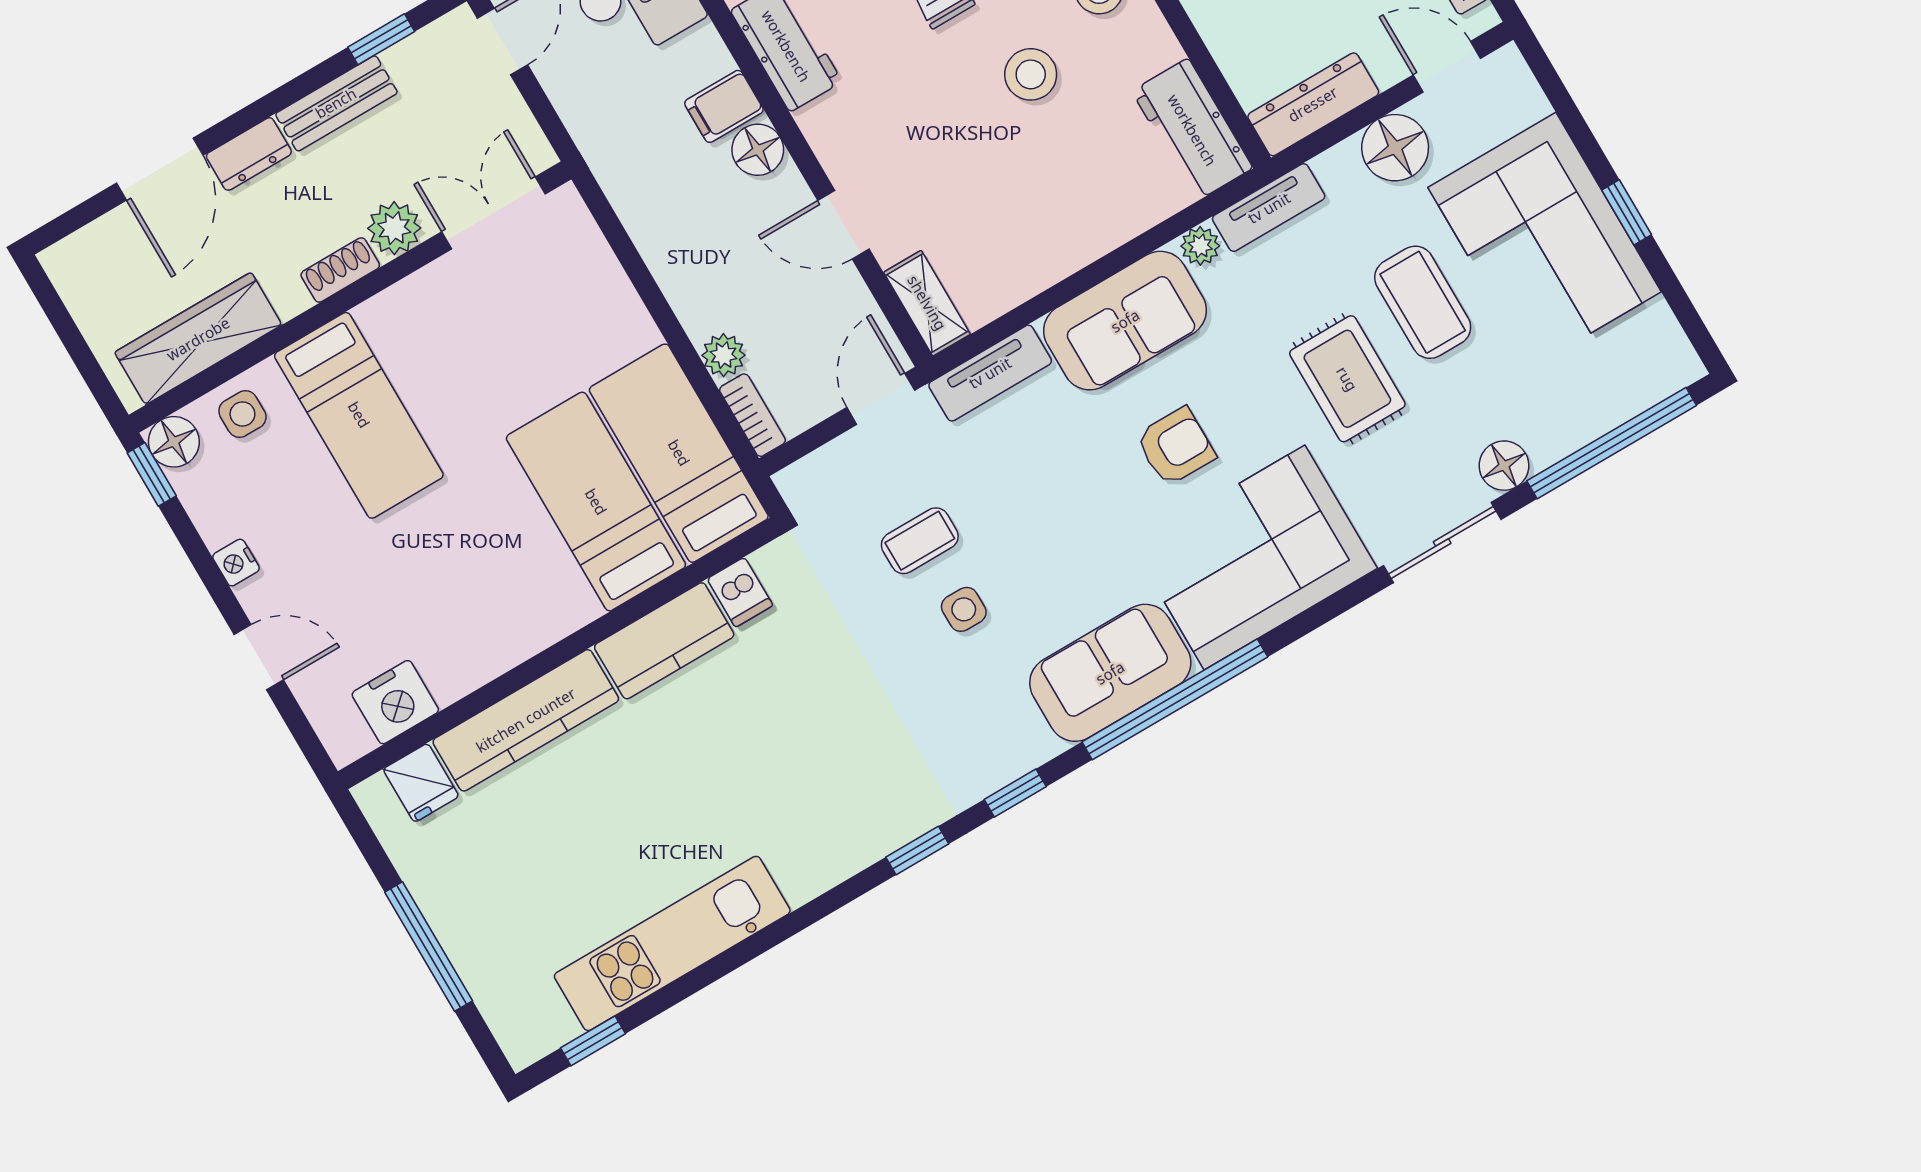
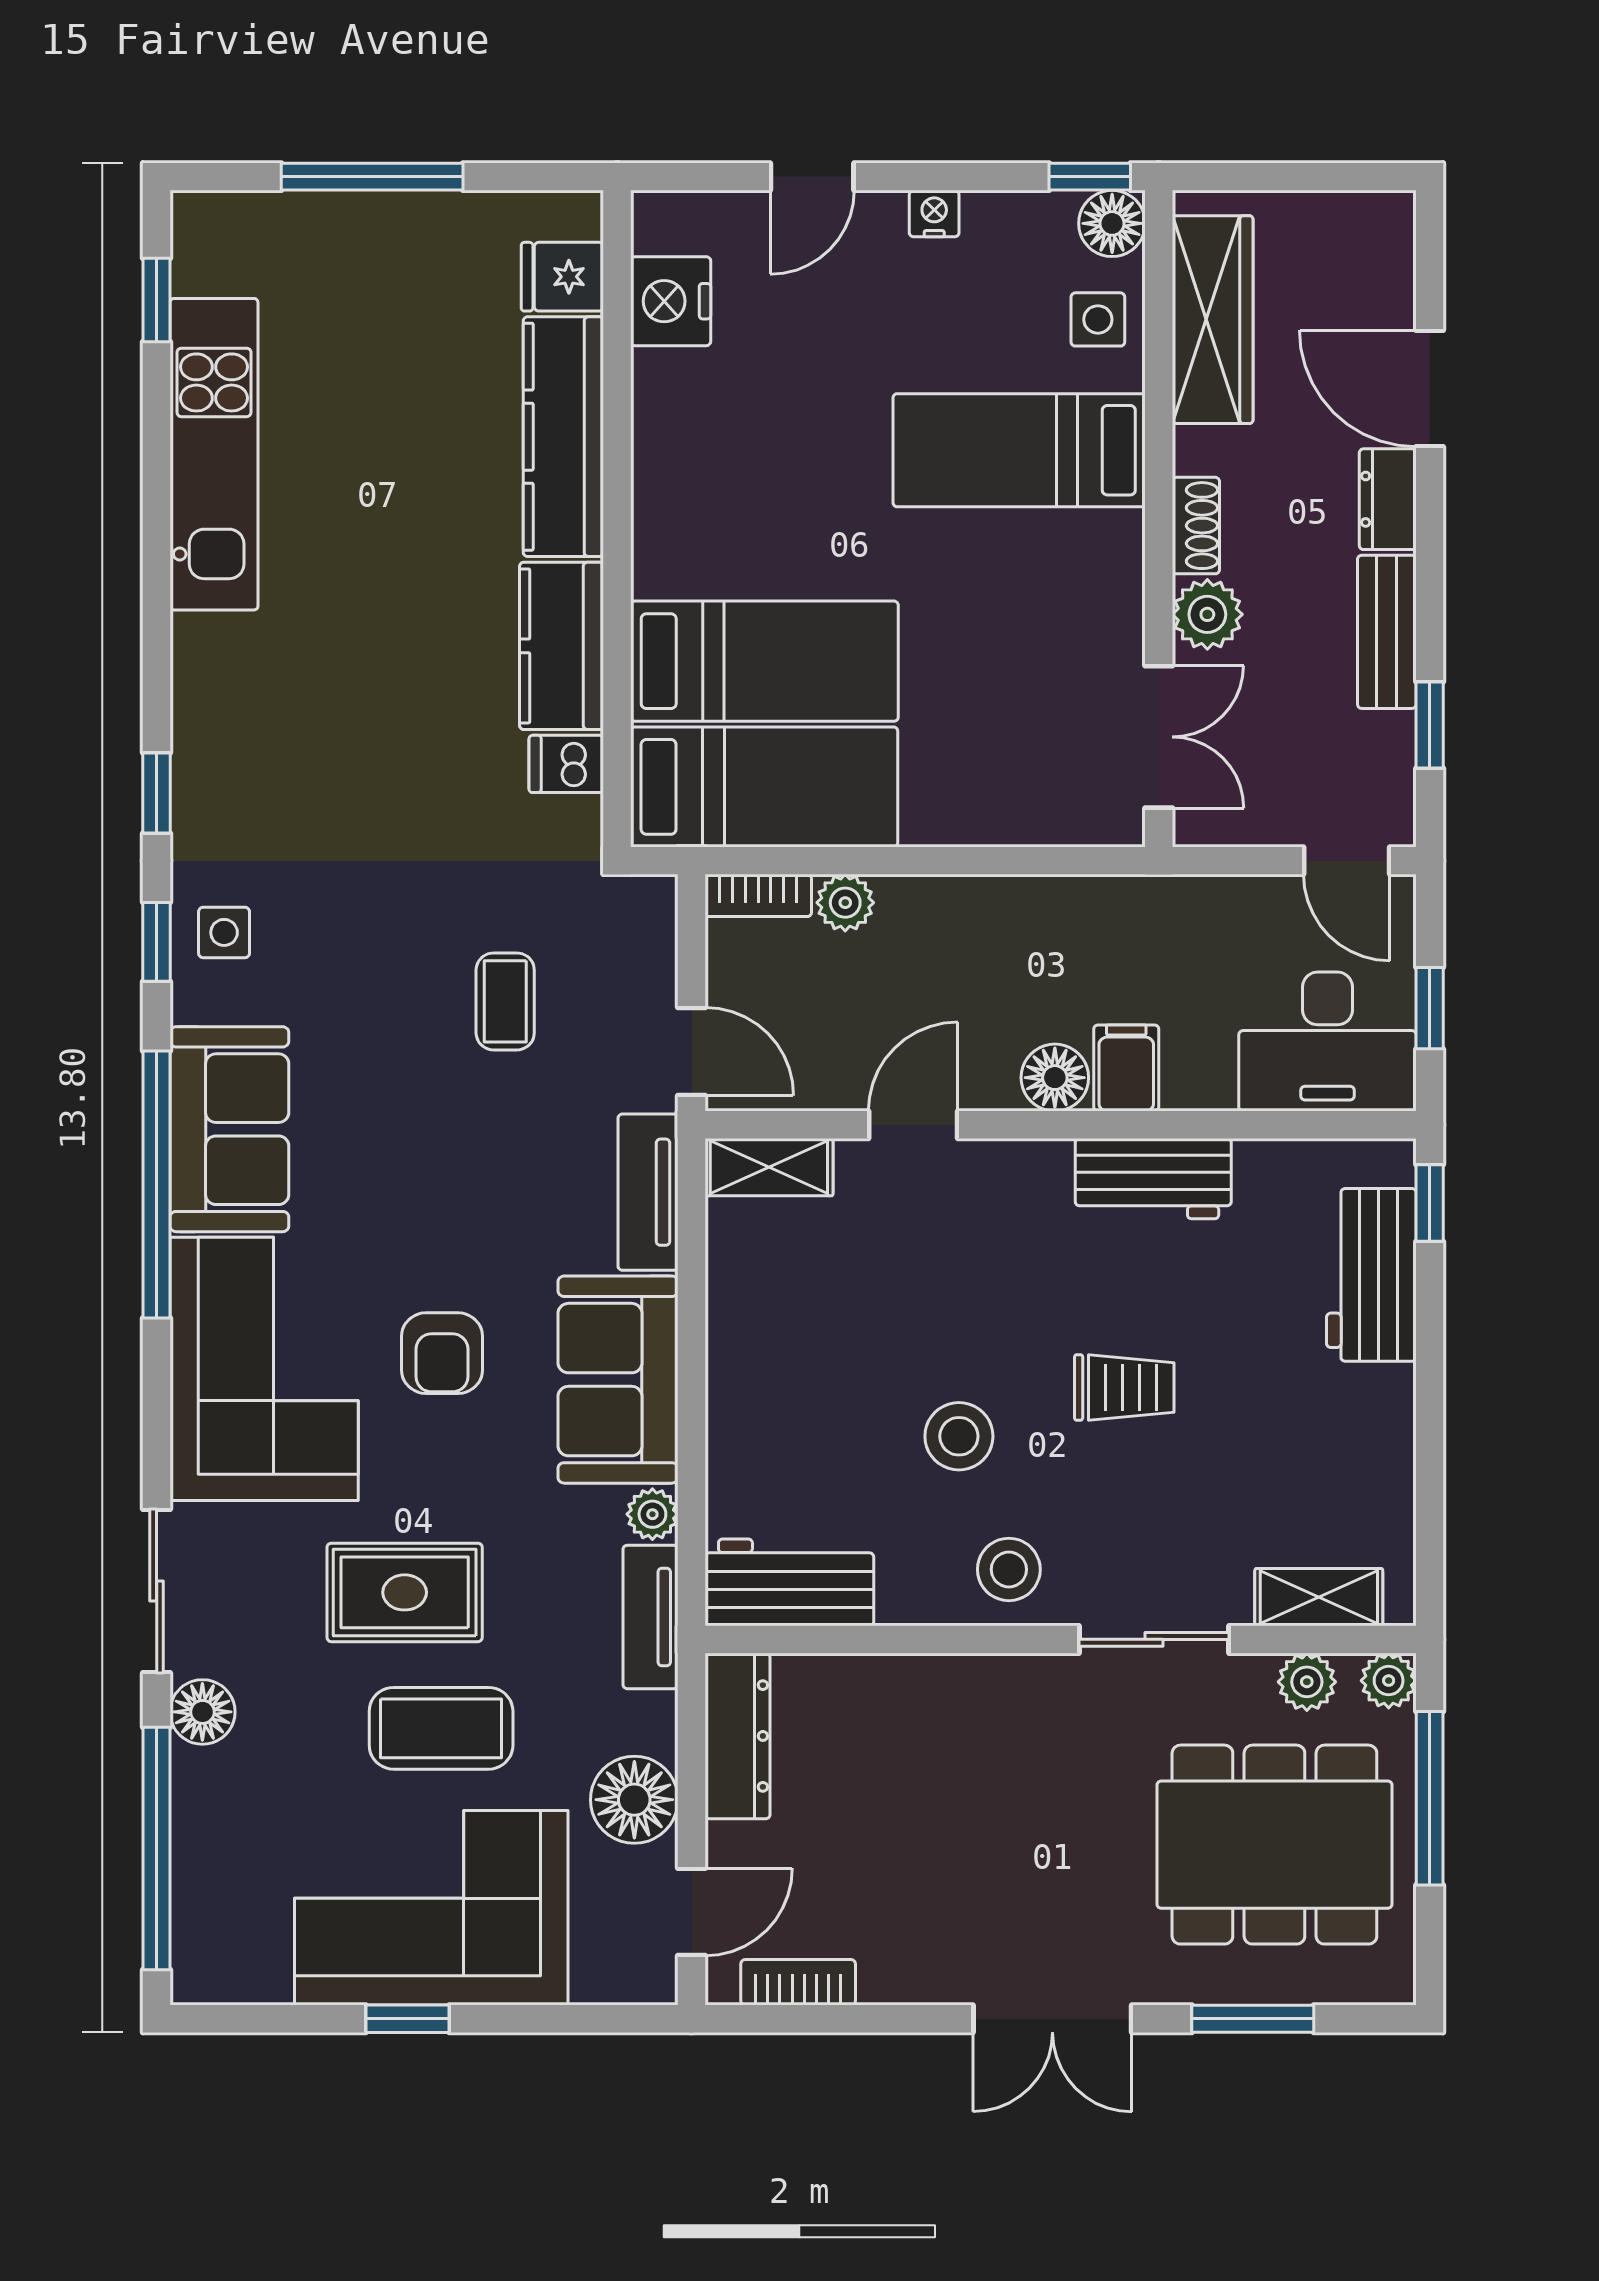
side table: (964, 609) -> (224, 932), moved

